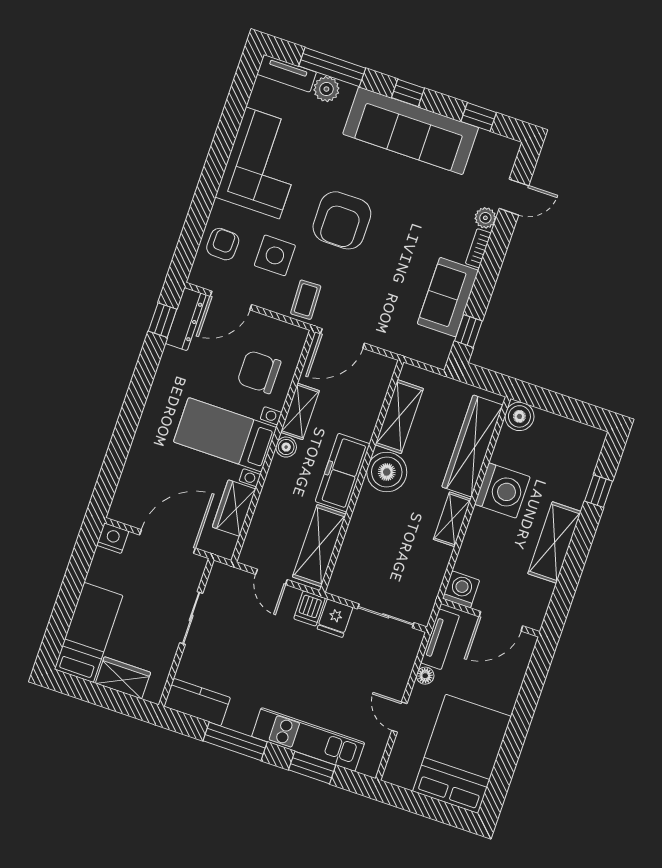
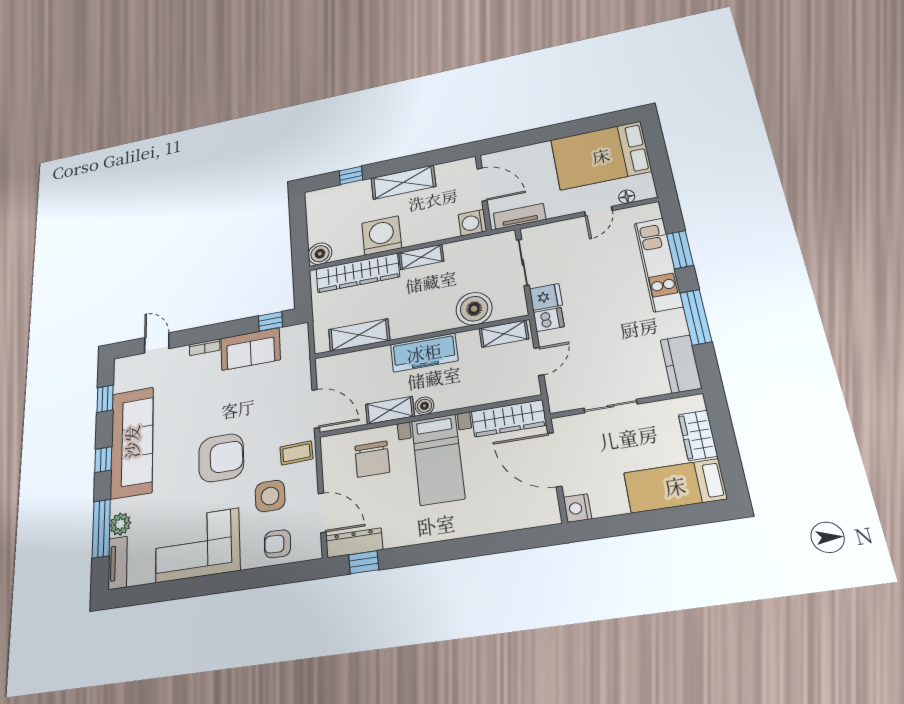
plant: (485, 218) -> (180, 354), removed
boiler: (387, 472) -> (474, 309), moved
wardrobe: (234, 508) -> (508, 418), width x1.50
shelving: (319, 546) -> (504, 334), width x0.67, depth x0.75
floor lamp: (425, 676) -> (627, 197), moved

